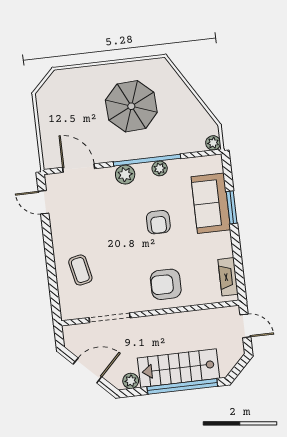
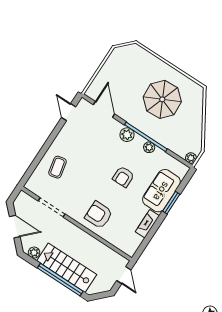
fireplace: (228, 277) -> (147, 224), moved

